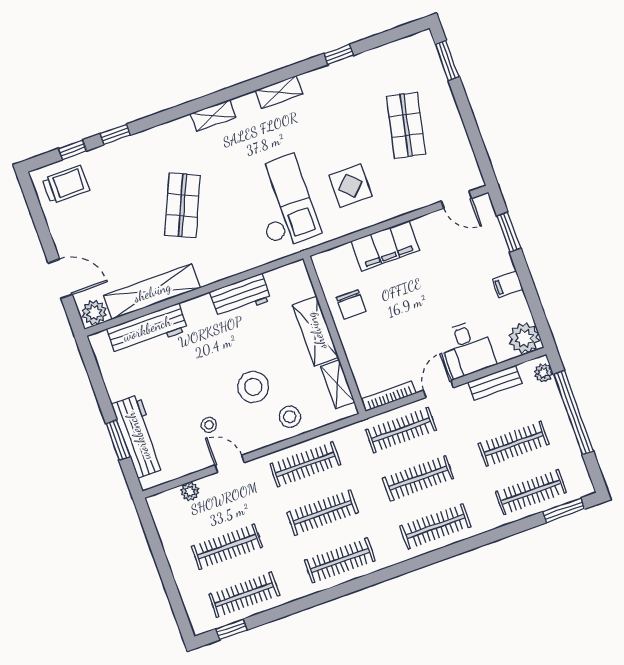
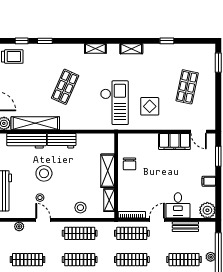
filing cabinet: (385, 246) -> (174, 141), moved
workbench: (240, 296) -> (62, 141), moved
plant: (543, 373) -> (211, 257), moved
stool: (253, 387) -> (44, 173), moved

